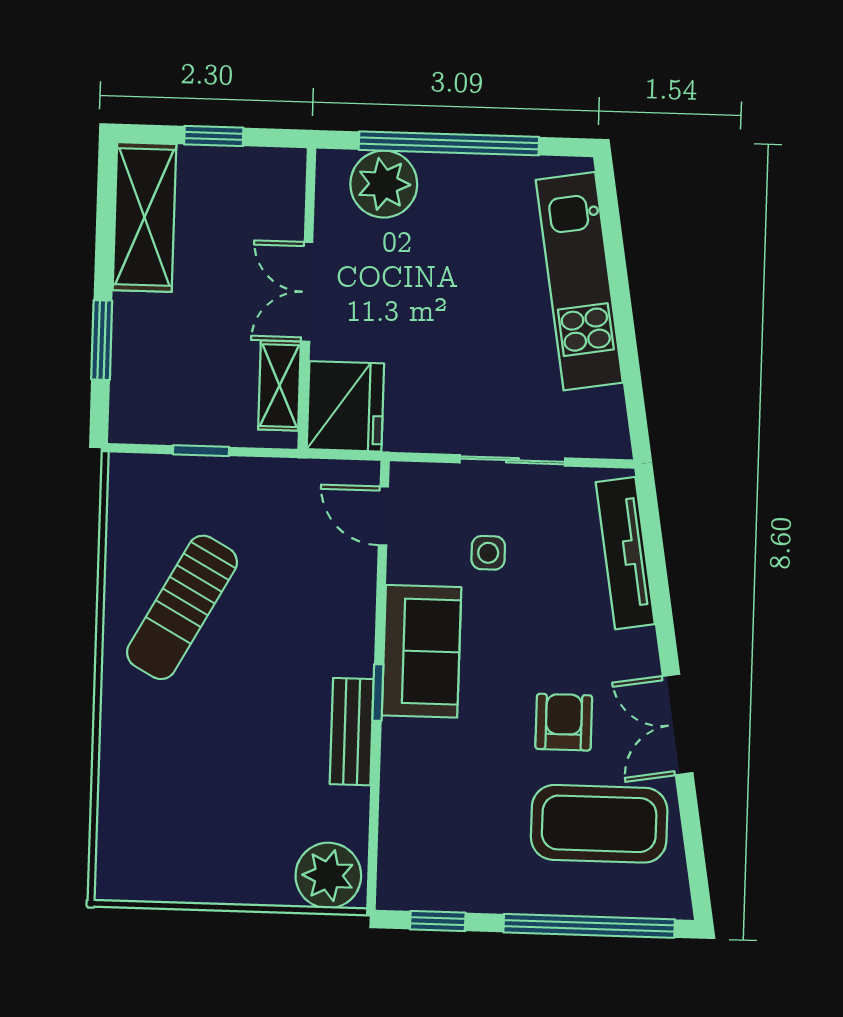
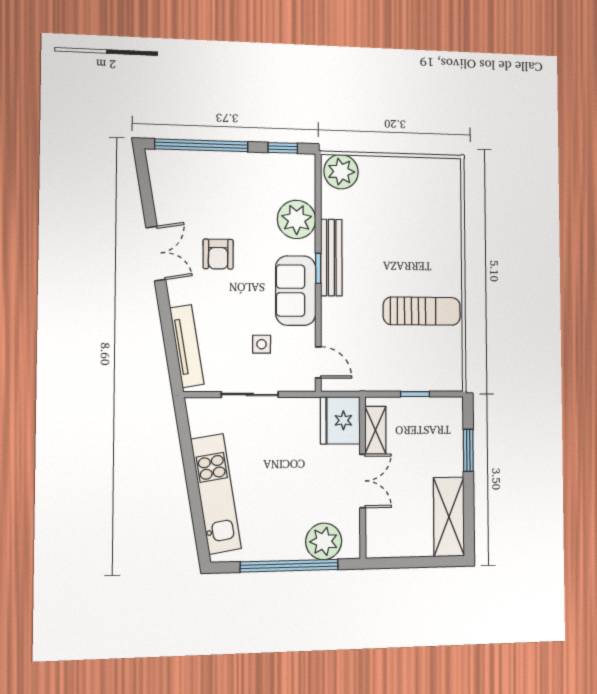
window: (214, 136) -> (414, 562), removed
sun lounger: (182, 607) -> (422, 311), turned 61
bench: (352, 732) -> (331, 258), width x1.36
plant: (416, 785) -> (297, 219), added
coffee table: (599, 824) -> (197, 200), removed

